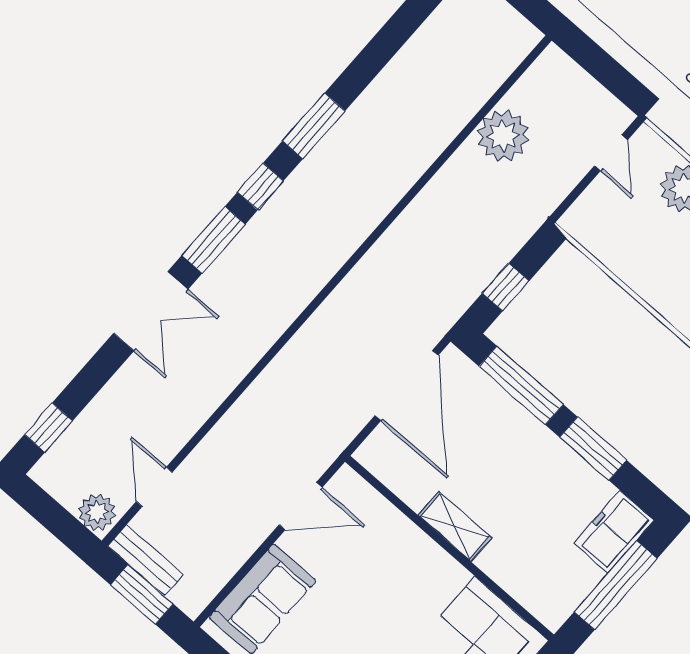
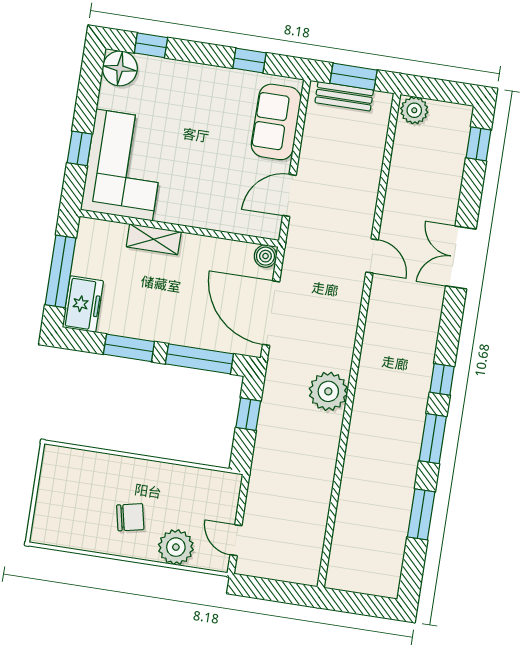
plant: (503, 136) -> (328, 391), moved
window: (213, 240) -> (421, 514), moved
boiler: (372, 454) -> (265, 256), added
door: (154, 487) -> (372, 256), moved
shelving: (455, 527) -> (154, 239), moved
bench: (145, 560) -> (344, 96), moved

